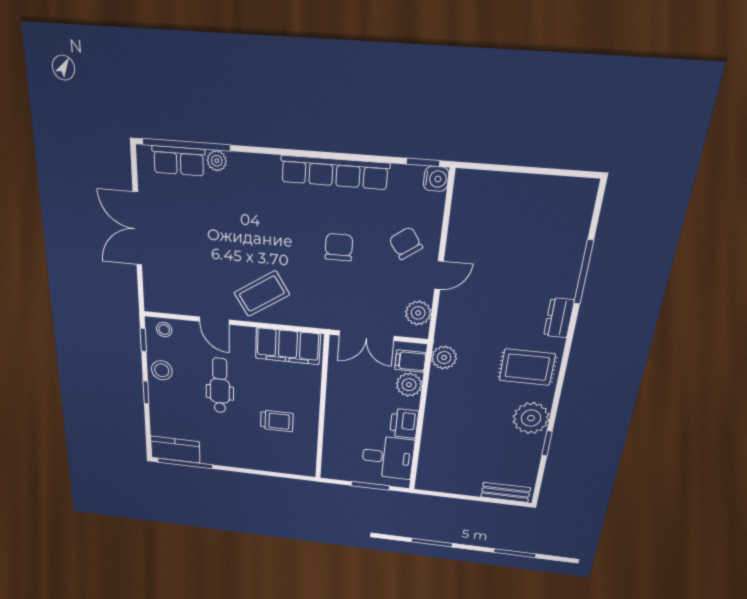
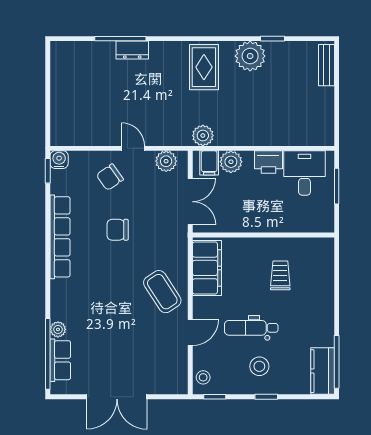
dresser: (559, 318) -> (132, 50), moved
stool: (162, 370) -> (259, 366), moved

